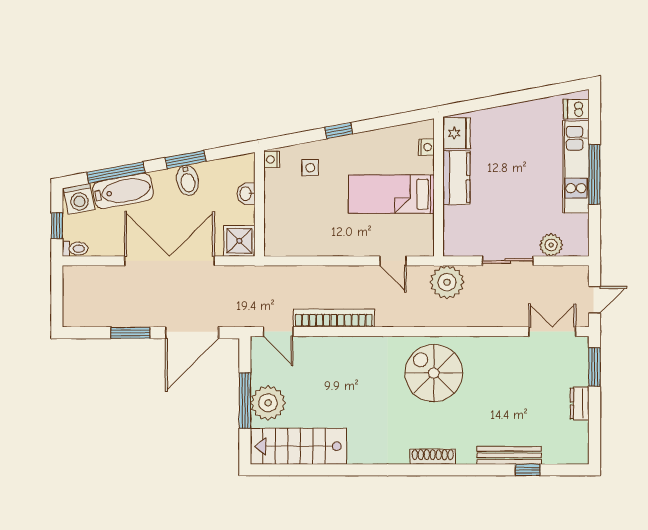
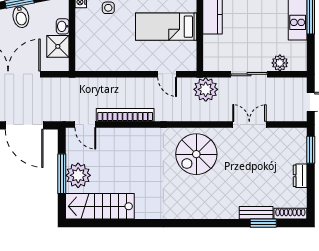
shower: (239, 241) -> (58, 46), moved
double door: (552, 332) -> (249, 125), moved
door: (192, 333) -> (24, 125), hinge flipped
spiral stairs: (434, 373) -> (196, 154), turned -90
bench: (509, 455) -> (256, 213), width x0.73
shoe rack: (433, 457) -> (290, 214), moved
window: (528, 470) -> (263, 223), width x1.50

